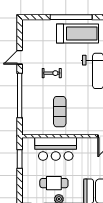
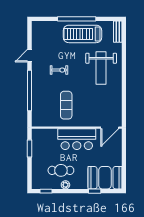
treadmill: (78, 34) -> (82, 34), turned 180
bar counter: (56, 149) -> (77, 139), moved

